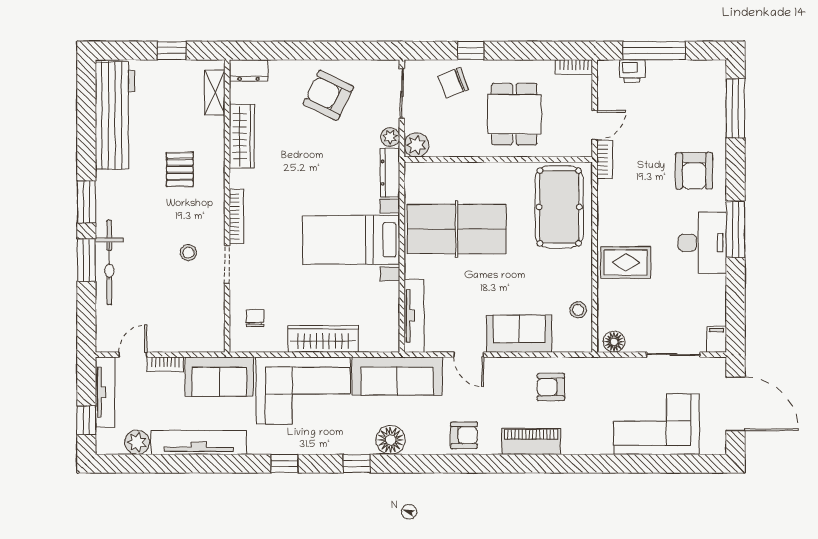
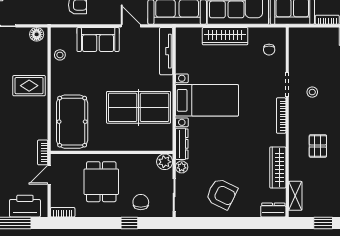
printer: (632, 71) -> (25, 206), width x1.87, depth x1.48
chair: (453, 83) -> (141, 202), turned -69

